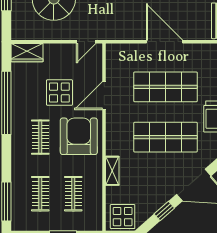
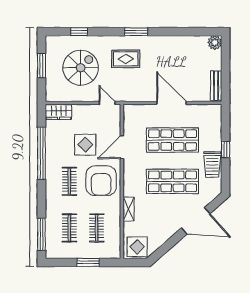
door: (86, 42) -> (107, 103), swing flipped
armchair: (79, 136) -> (101, 181), turned 180
window: (164, 211) -> (171, 242), removed

